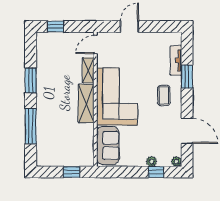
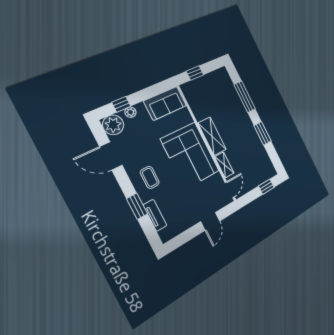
sofa: (108, 145) -> (165, 103), moved, turned -90
plant: (176, 161) -> (113, 125), width x1.87, depth x1.87

